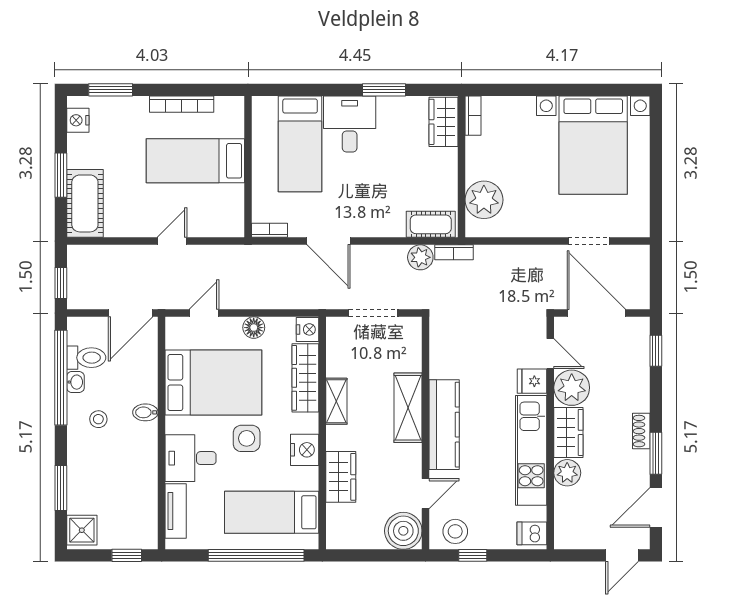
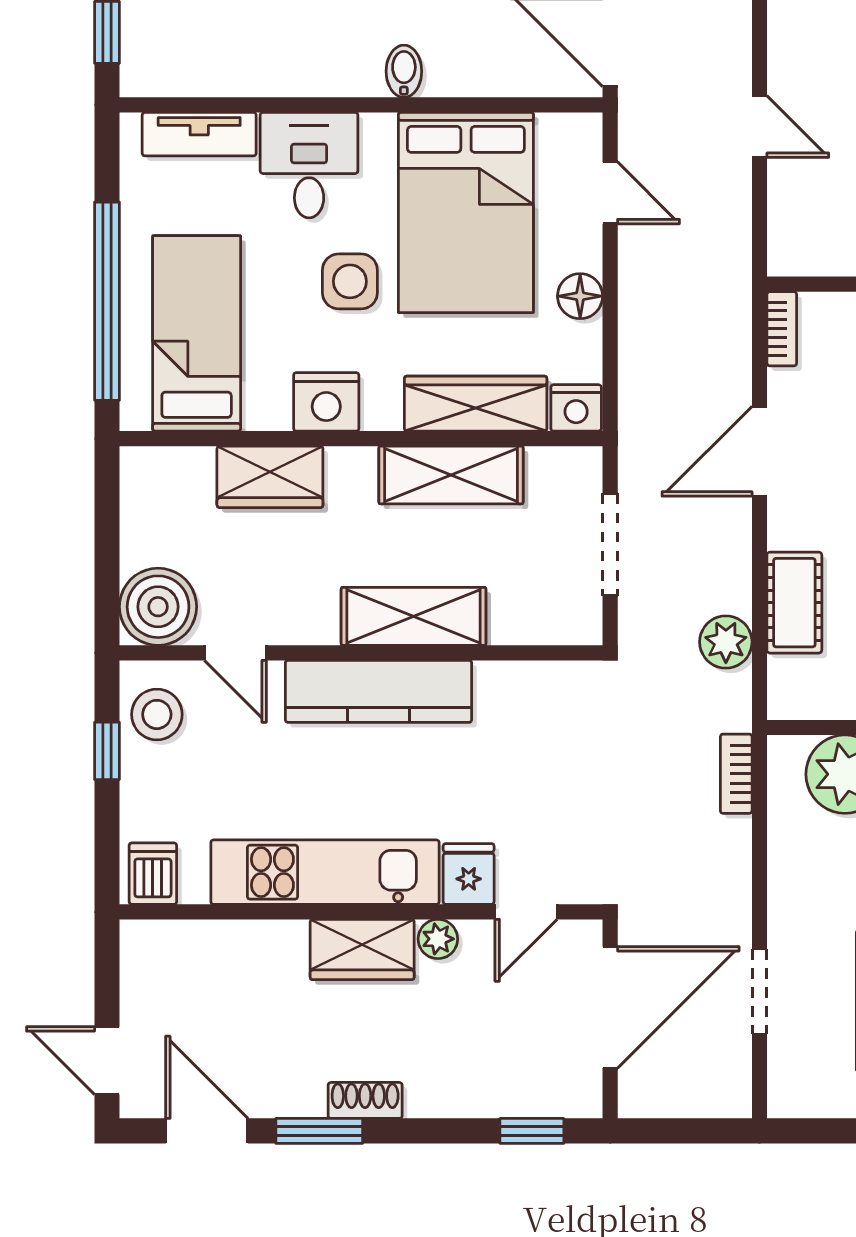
cot: (431, 224) -> (794, 603), moved
bookcase: (454, 252) -> (736, 774), moved
plant: (572, 388) -> (438, 939), width x0.53, depth x0.53
shelving: (336, 401) -> (451, 475), width x1.50, depth x1.33
plant: (567, 473) -> (279, 947), removed

